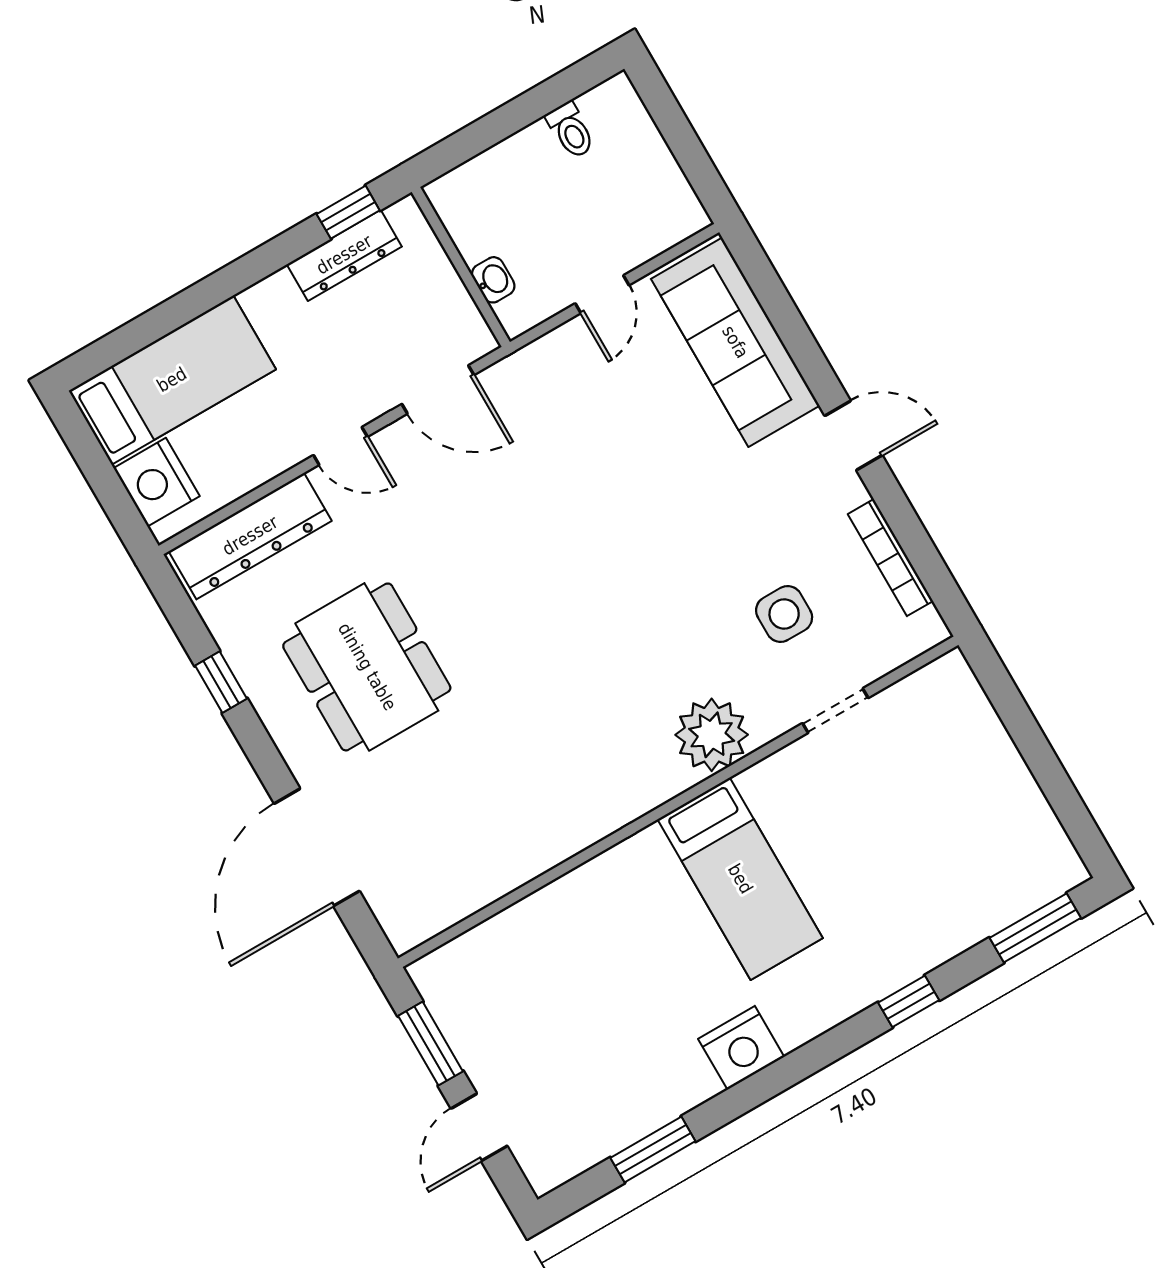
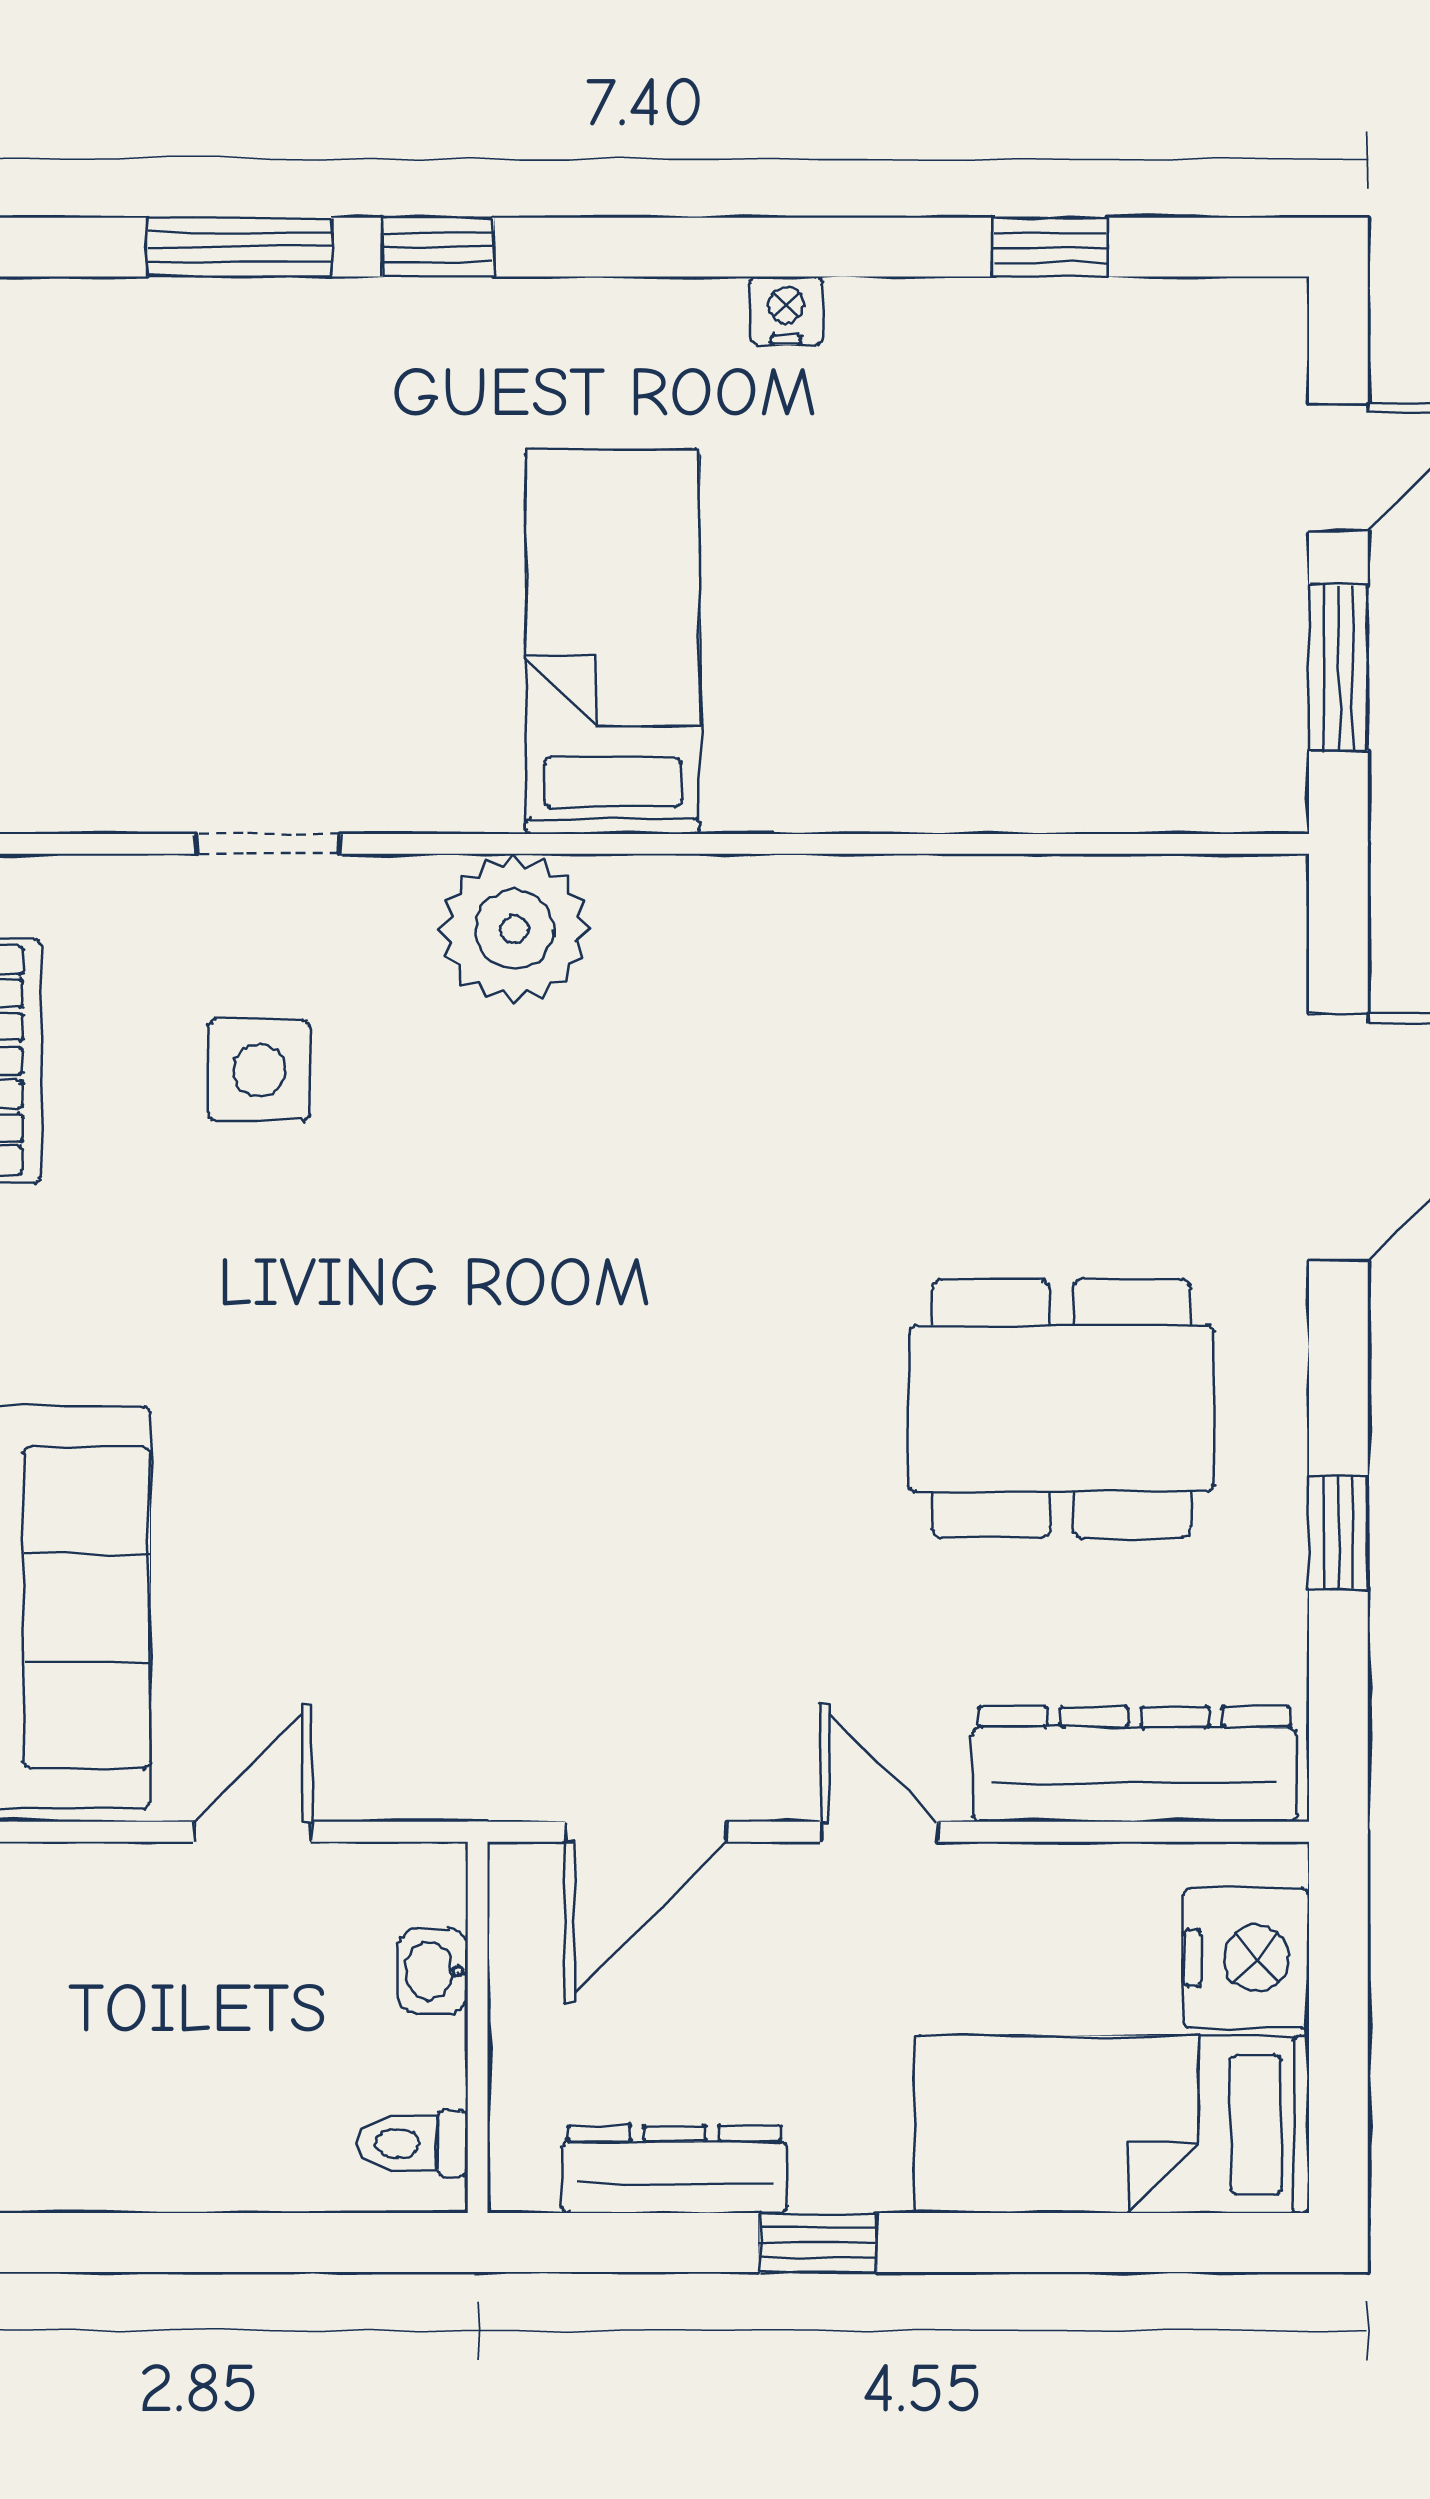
toilet: (571, 130) -> (413, 2143), moved, turned -90
window: (348, 212) -> (818, 2243), moved
door: (438, 390) -> (646, 1832), swing flipped
dining table: (367, 667) -> (1062, 1409), turned 90
window: (1035, 928) -> (240, 247), moved
nightstand: (741, 1048) -> (786, 311), width x0.53, depth x0.56
window: (653, 1149) -> (1050, 247), width x0.67

